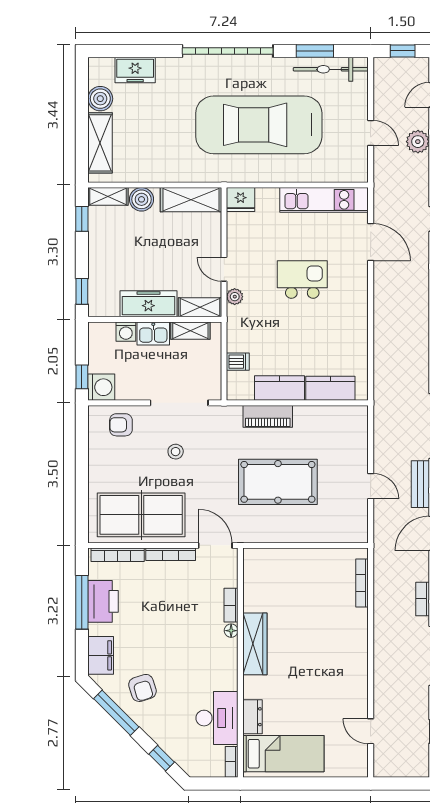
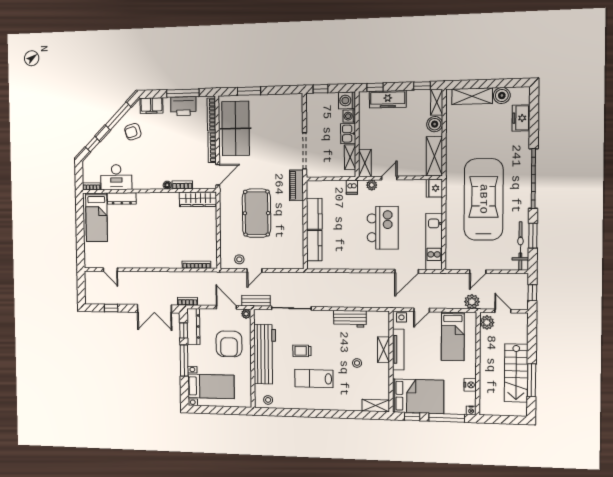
kitchen island: (302, 279) -> (383, 228), width x1.37, depth x1.28
freezer: (148, 304) -> (388, 99), moved, turned 90
dishwasher: (238, 362) -> (352, 187), moved
washing machine: (101, 387) -> (347, 100), moved, turned 90
piano: (268, 416) -> (296, 185), moved
armchair: (121, 425) -> (291, 114), removed
stool: (176, 452) -> (239, 259), moved
window: (82, 492) -> (249, 91), added
wardrobe: (255, 644) -> (198, 199), moved
dresser: (252, 717) -> (122, 199), width x1.44
door: (371, 731) -> (110, 270), swing flipped

